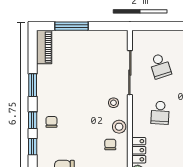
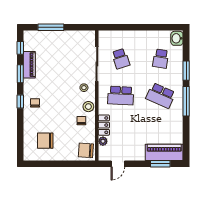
piano: (44, 47) -> (29, 65), moved
school desk: (160, 113) -> (121, 96), width x1.85
window: (33, 147) -> (20, 48), moved

